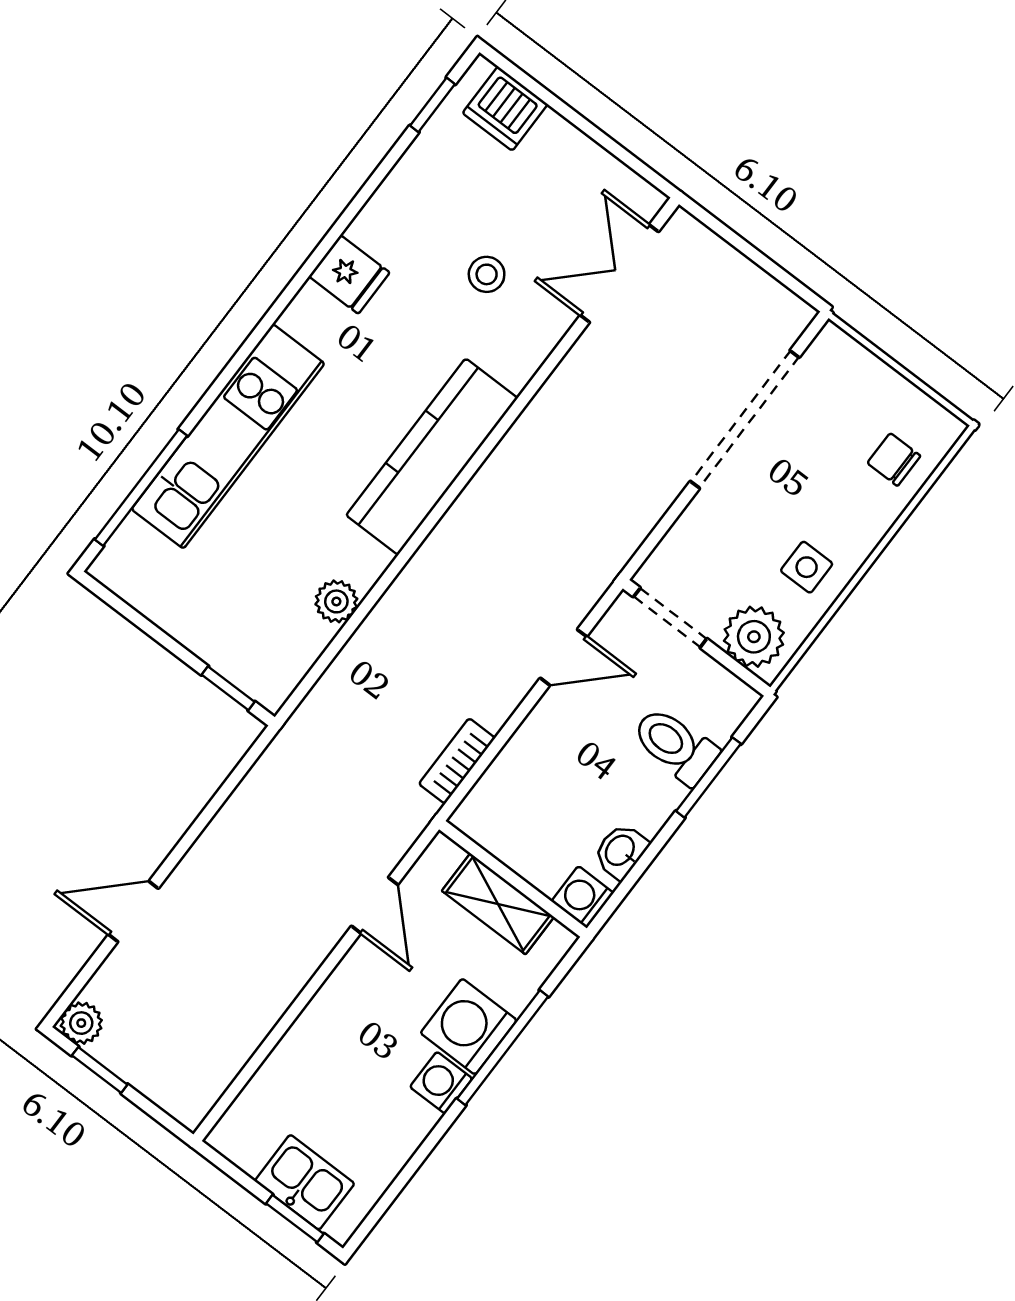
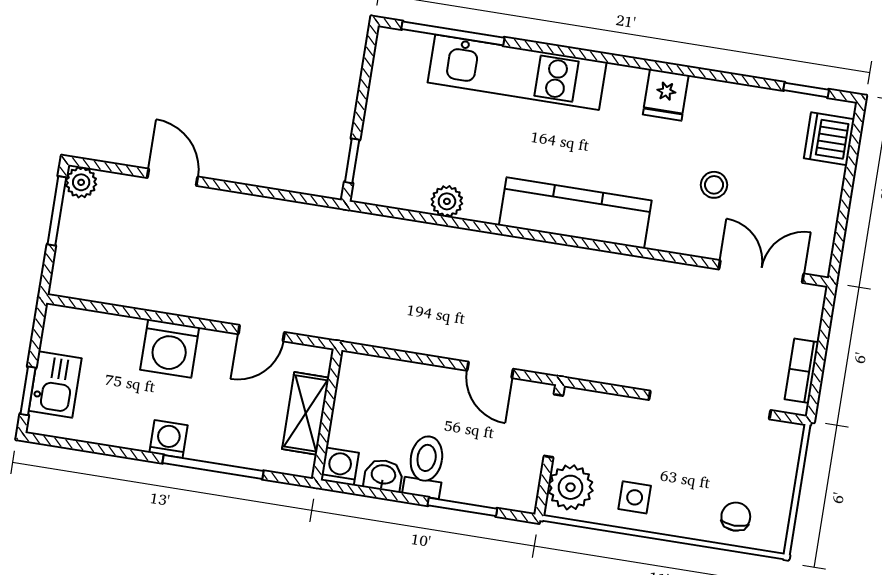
toilet: (675, 745) -> (425, 466), moved
bookcase: (457, 761) -> (802, 371), moved, turned -90
washing machine: (469, 1027) -> (170, 348), moved, turned 180
window: (100, 1070) -> (57, 211), width x1.50

